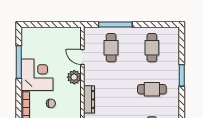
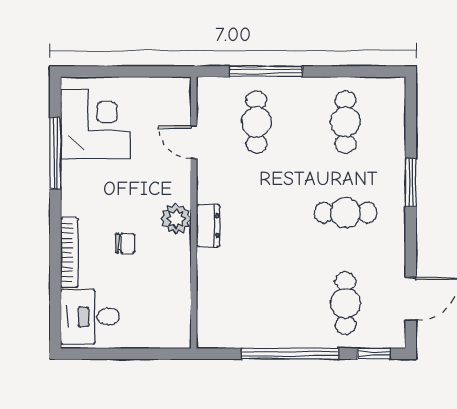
corner desk: (37, 75) -> (95, 124), moved
plant: (74, 77) -> (176, 219), moved
dresser: (89, 99) -> (208, 226), width x0.70

